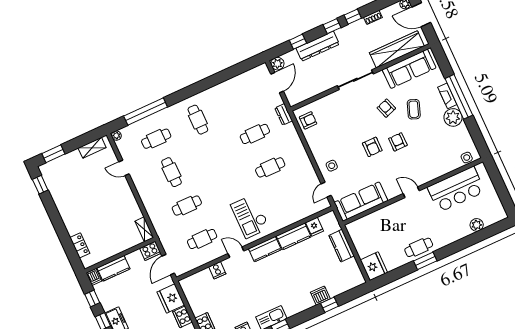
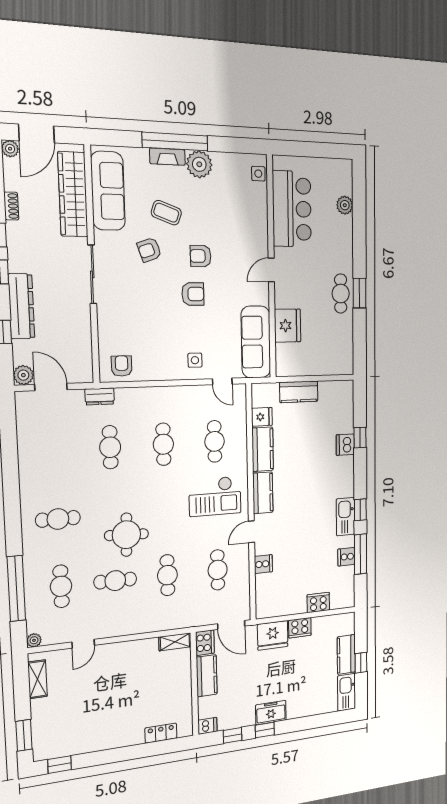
round table: (204, 167) -> (126, 535), added
cafe table: (285, 201) -> (215, 441), added
fridge: (374, 266) -> (288, 326), moved, turned 90
kitchen counter: (113, 268) -> (207, 676), moved

